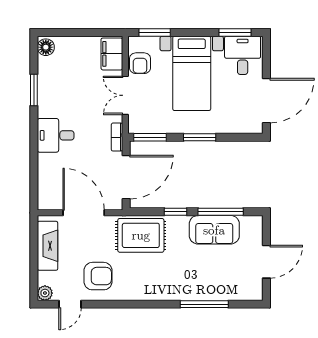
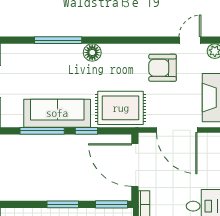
door: (126, 177) -> (135, 165), hinge flipped
sofa: (214, 230) -> (57, 113), width x1.36
floor lamp: (170, 292) -> (92, 53), added

